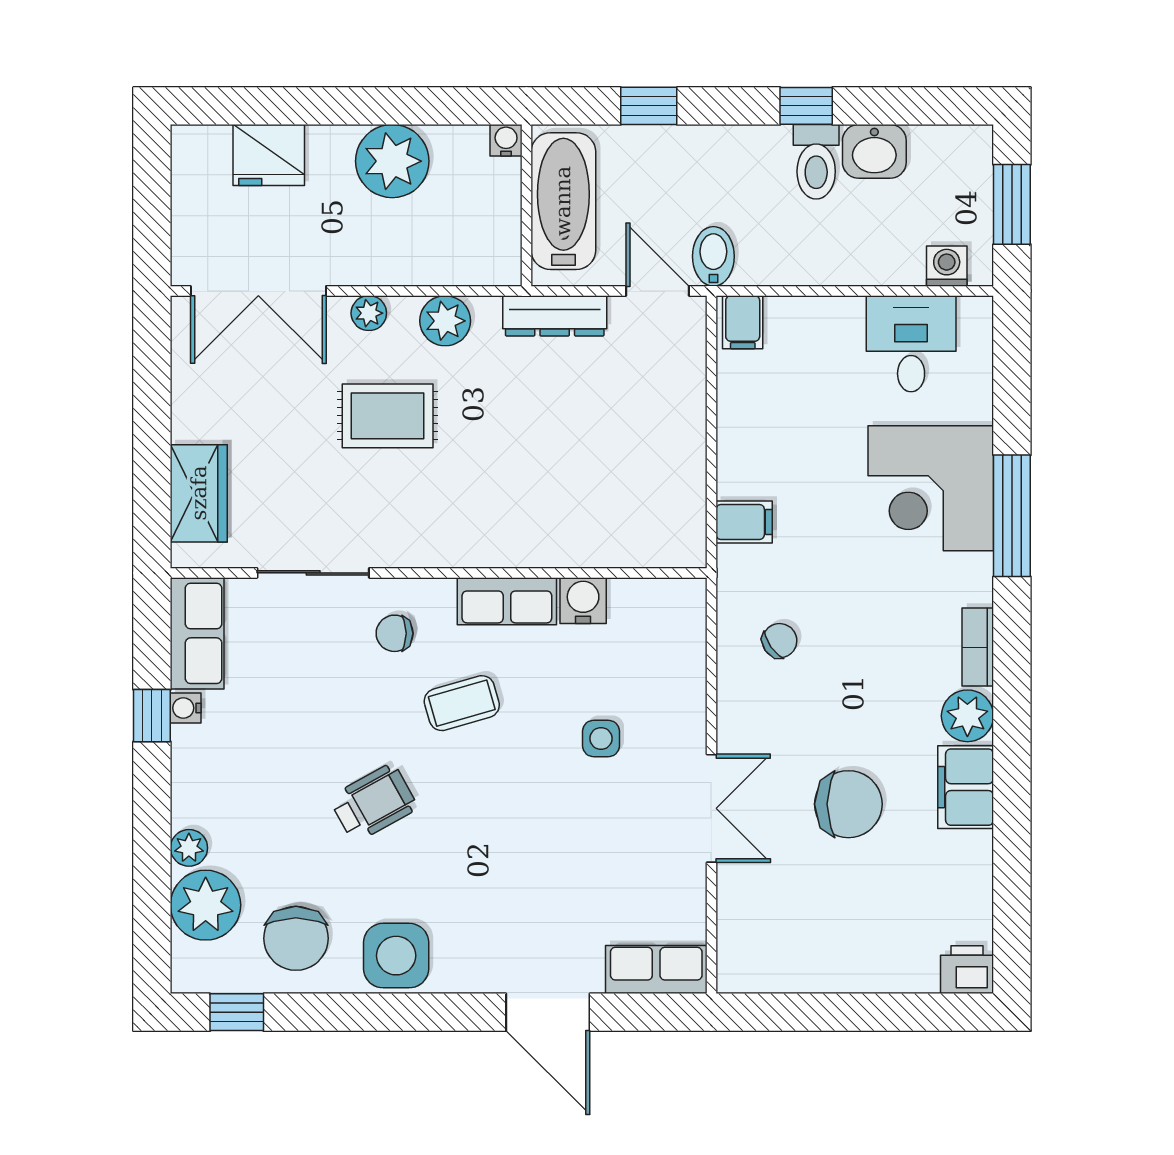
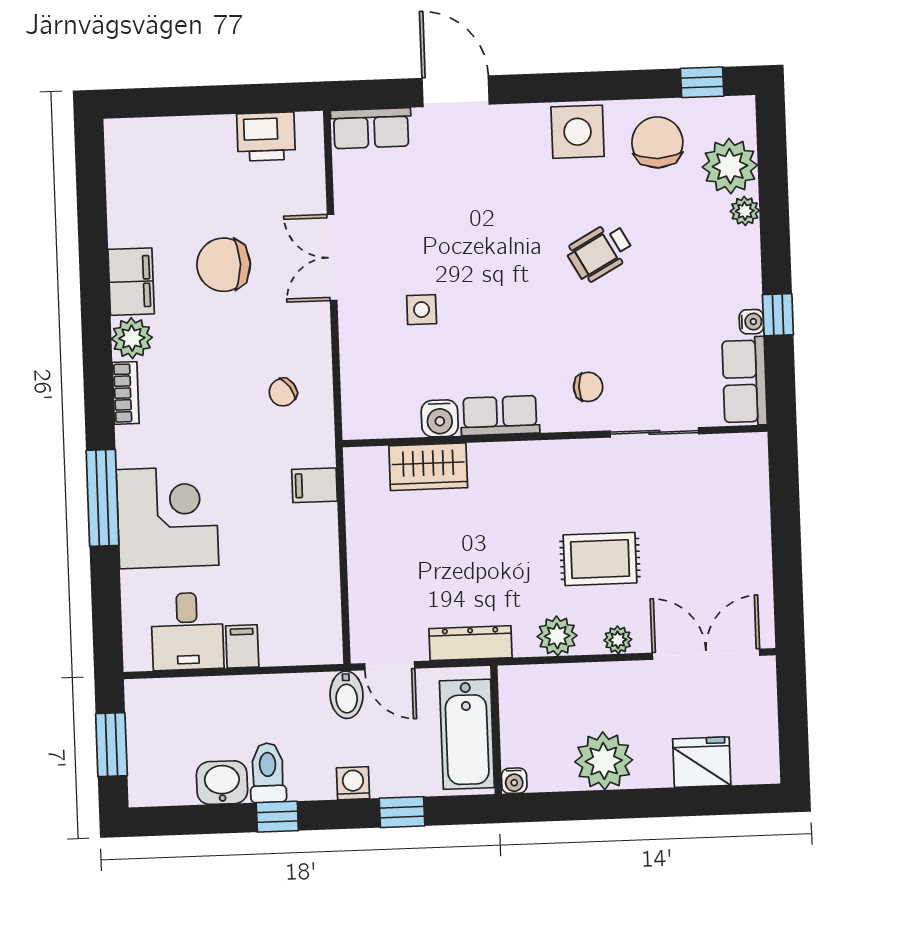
washing machine: (947, 266) -> (353, 783), moved, turned 180
filing cabinet: (743, 322) -> (242, 646), moved
wardrobe: (199, 493) -> (428, 467), moved, turned -90
coffee table: (462, 703) -> (533, 334), removed
printer: (967, 970) -> (266, 137), moved, width x1.36, depth x1.24

